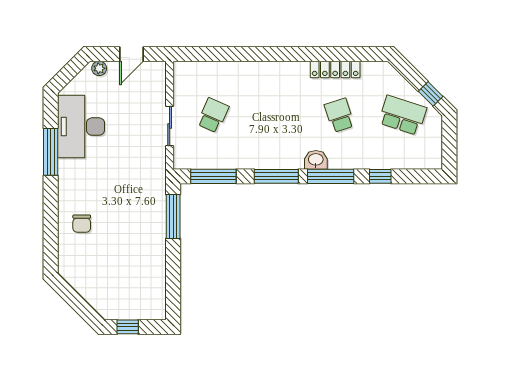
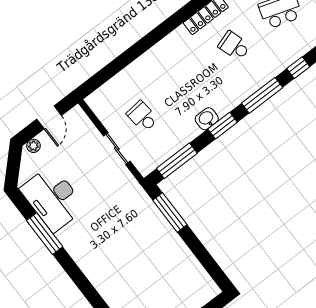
school desk: (213, 115) -> (142, 116), turned -30
washbasin: (316, 160) -> (207, 119), moved
window: (276, 176) -> (223, 126), width x0.69
chair: (82, 224) -> (107, 269), removed

